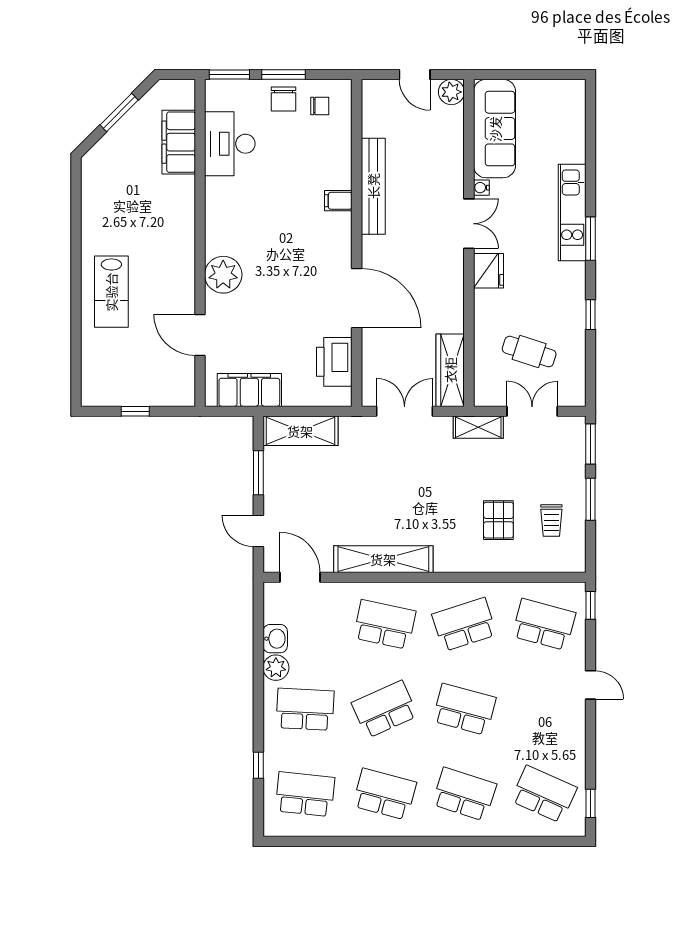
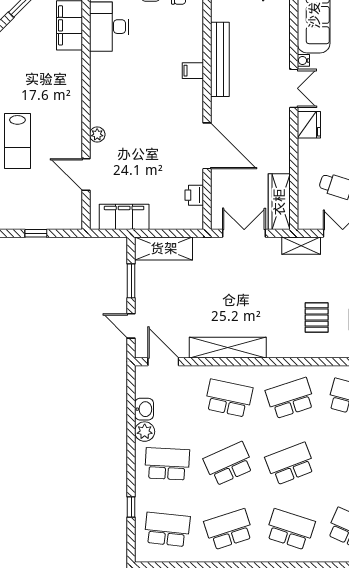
plant: (223, 275) -> (97, 135), width x0.53, depth x0.53
printer: (334, 362) -> (194, 195), width x0.53, depth x0.68
school desk: (464, 709) -> (290, 464), turned -36
school desk: (385, 794) -> (229, 529), turned -33

